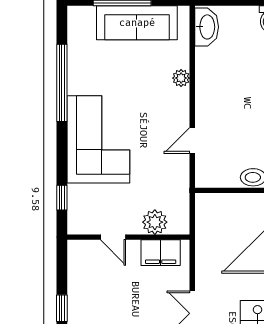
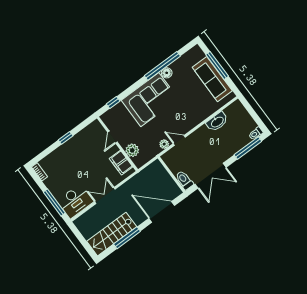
washbasin: (207, 27) -> (217, 122), moved
plant: (181, 78) -> (164, 144), moved
floor lamp: (77, 84) -> (167, 73), added

